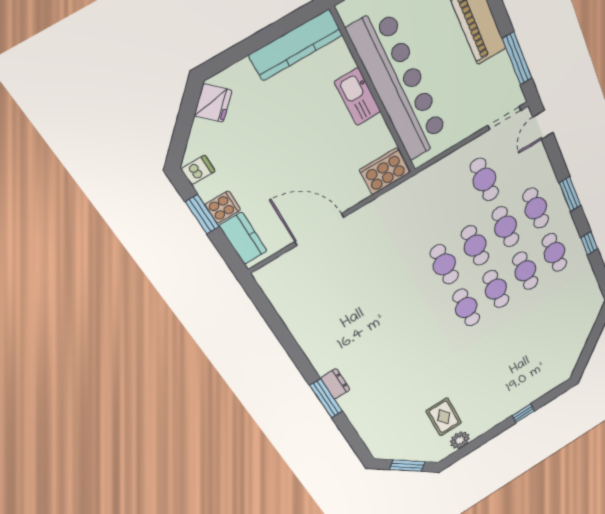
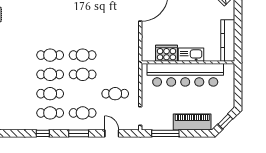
door: (543, 125) -> (112, 133), moved
cooker: (385, 171) -> (166, 53), moved, turned -90
cafe table: (506, 227) -> (83, 94), removed

